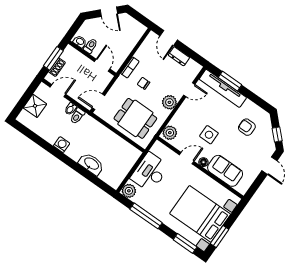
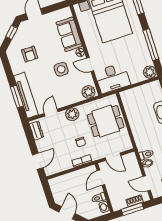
dresser: (179, 56) -> (36, 131), moved
door: (189, 90) -> (51, 113), hinge flipped
door: (98, 102) -> (113, 157), moved
dining table: (135, 118) -> (106, 121), turned 90
desk: (150, 172) -> (113, 78), moved

